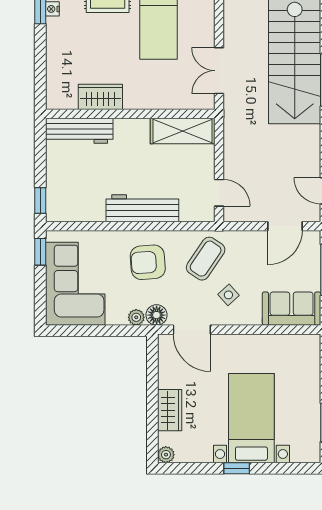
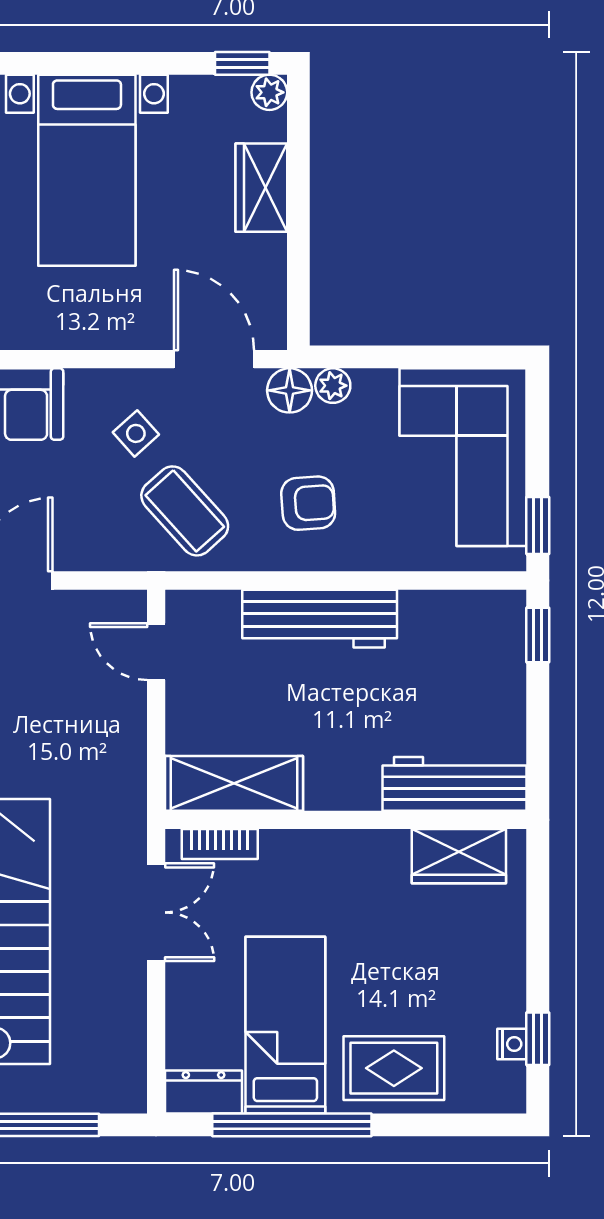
wardrobe: (100, 97) -> (459, 856), moved
bookcase: (189, 103) -> (220, 844), added
coffee table: (206, 259) -> (185, 511), turned -76
armchair: (148, 262) -> (308, 503), width x0.72, depth x0.72
window: (237, 468) -> (242, 63), moved

